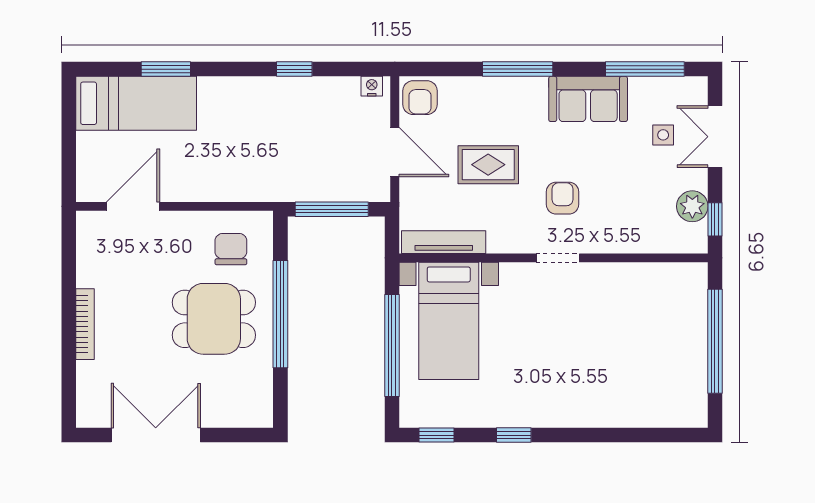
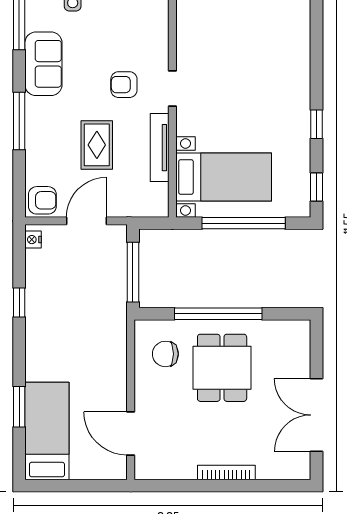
tv unit: (444, 242) -> (160, 148), moved

